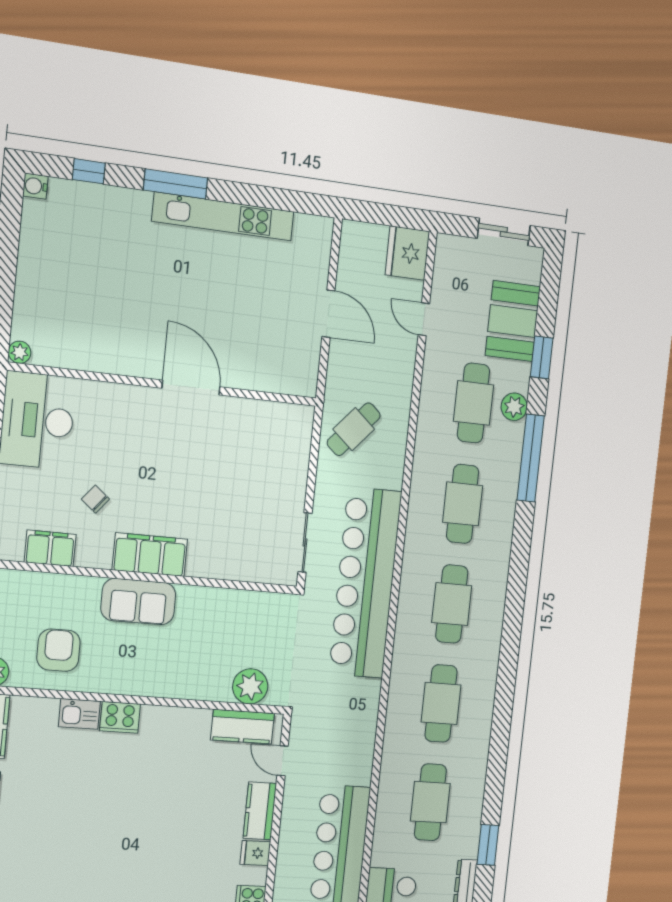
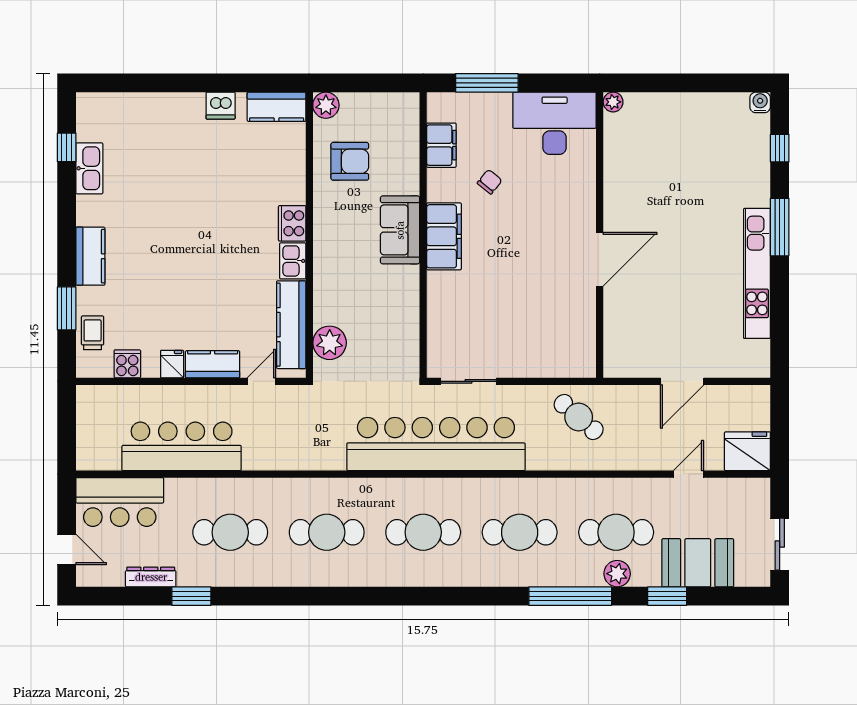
kitchen sink: (79, 714) -> (293, 261), moved
kitchen counter: (242, 727) -> (291, 325), width x1.50

